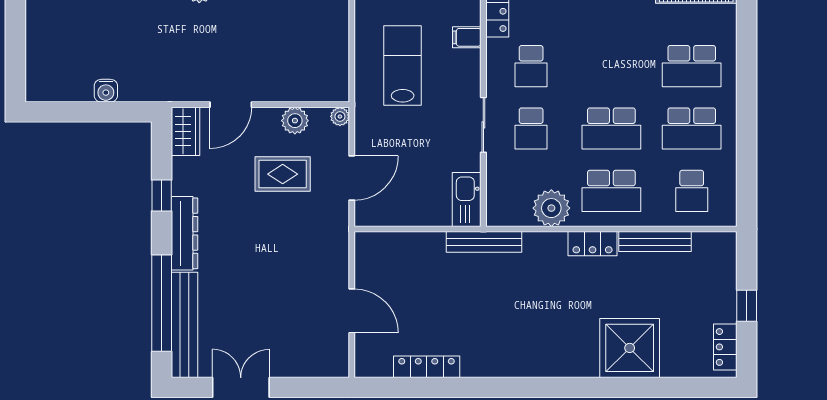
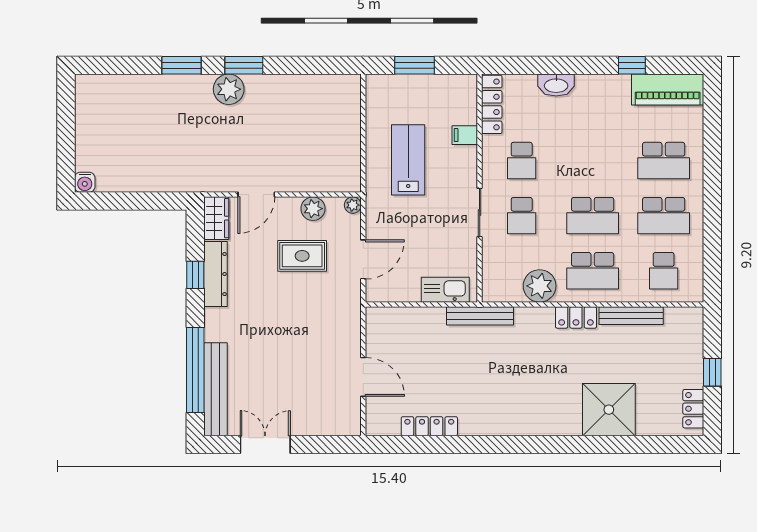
water cooler: (106, 91) -> (85, 182), moved
kitchen sink: (467, 200) -> (445, 290), moved, turned 90
dresser: (185, 233) -> (215, 274), moved

